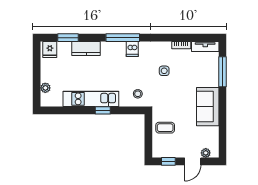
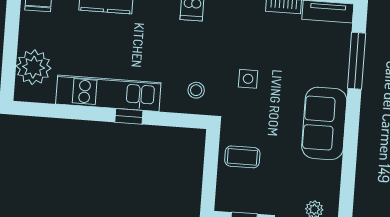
side table: (164, 71) -> (248, 79), moved
plant: (45, 88) -> (34, 67), width x1.88, depth x1.88

